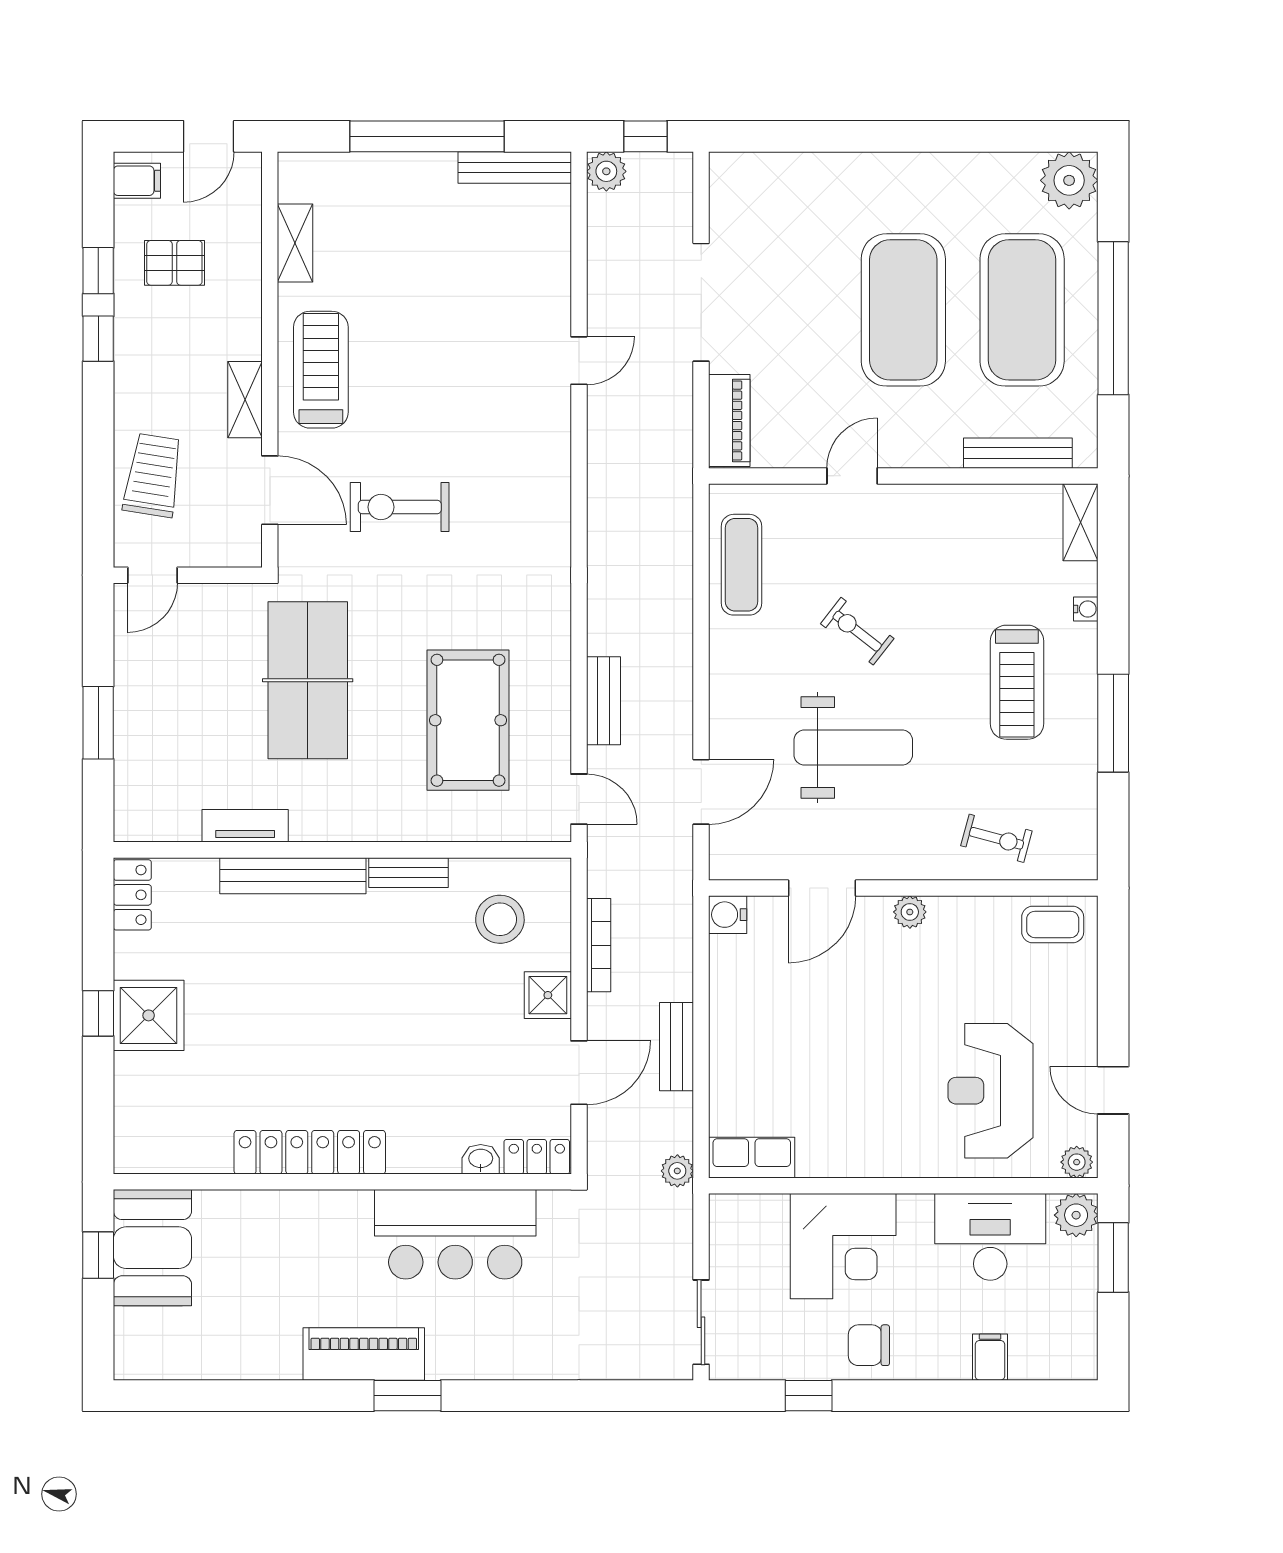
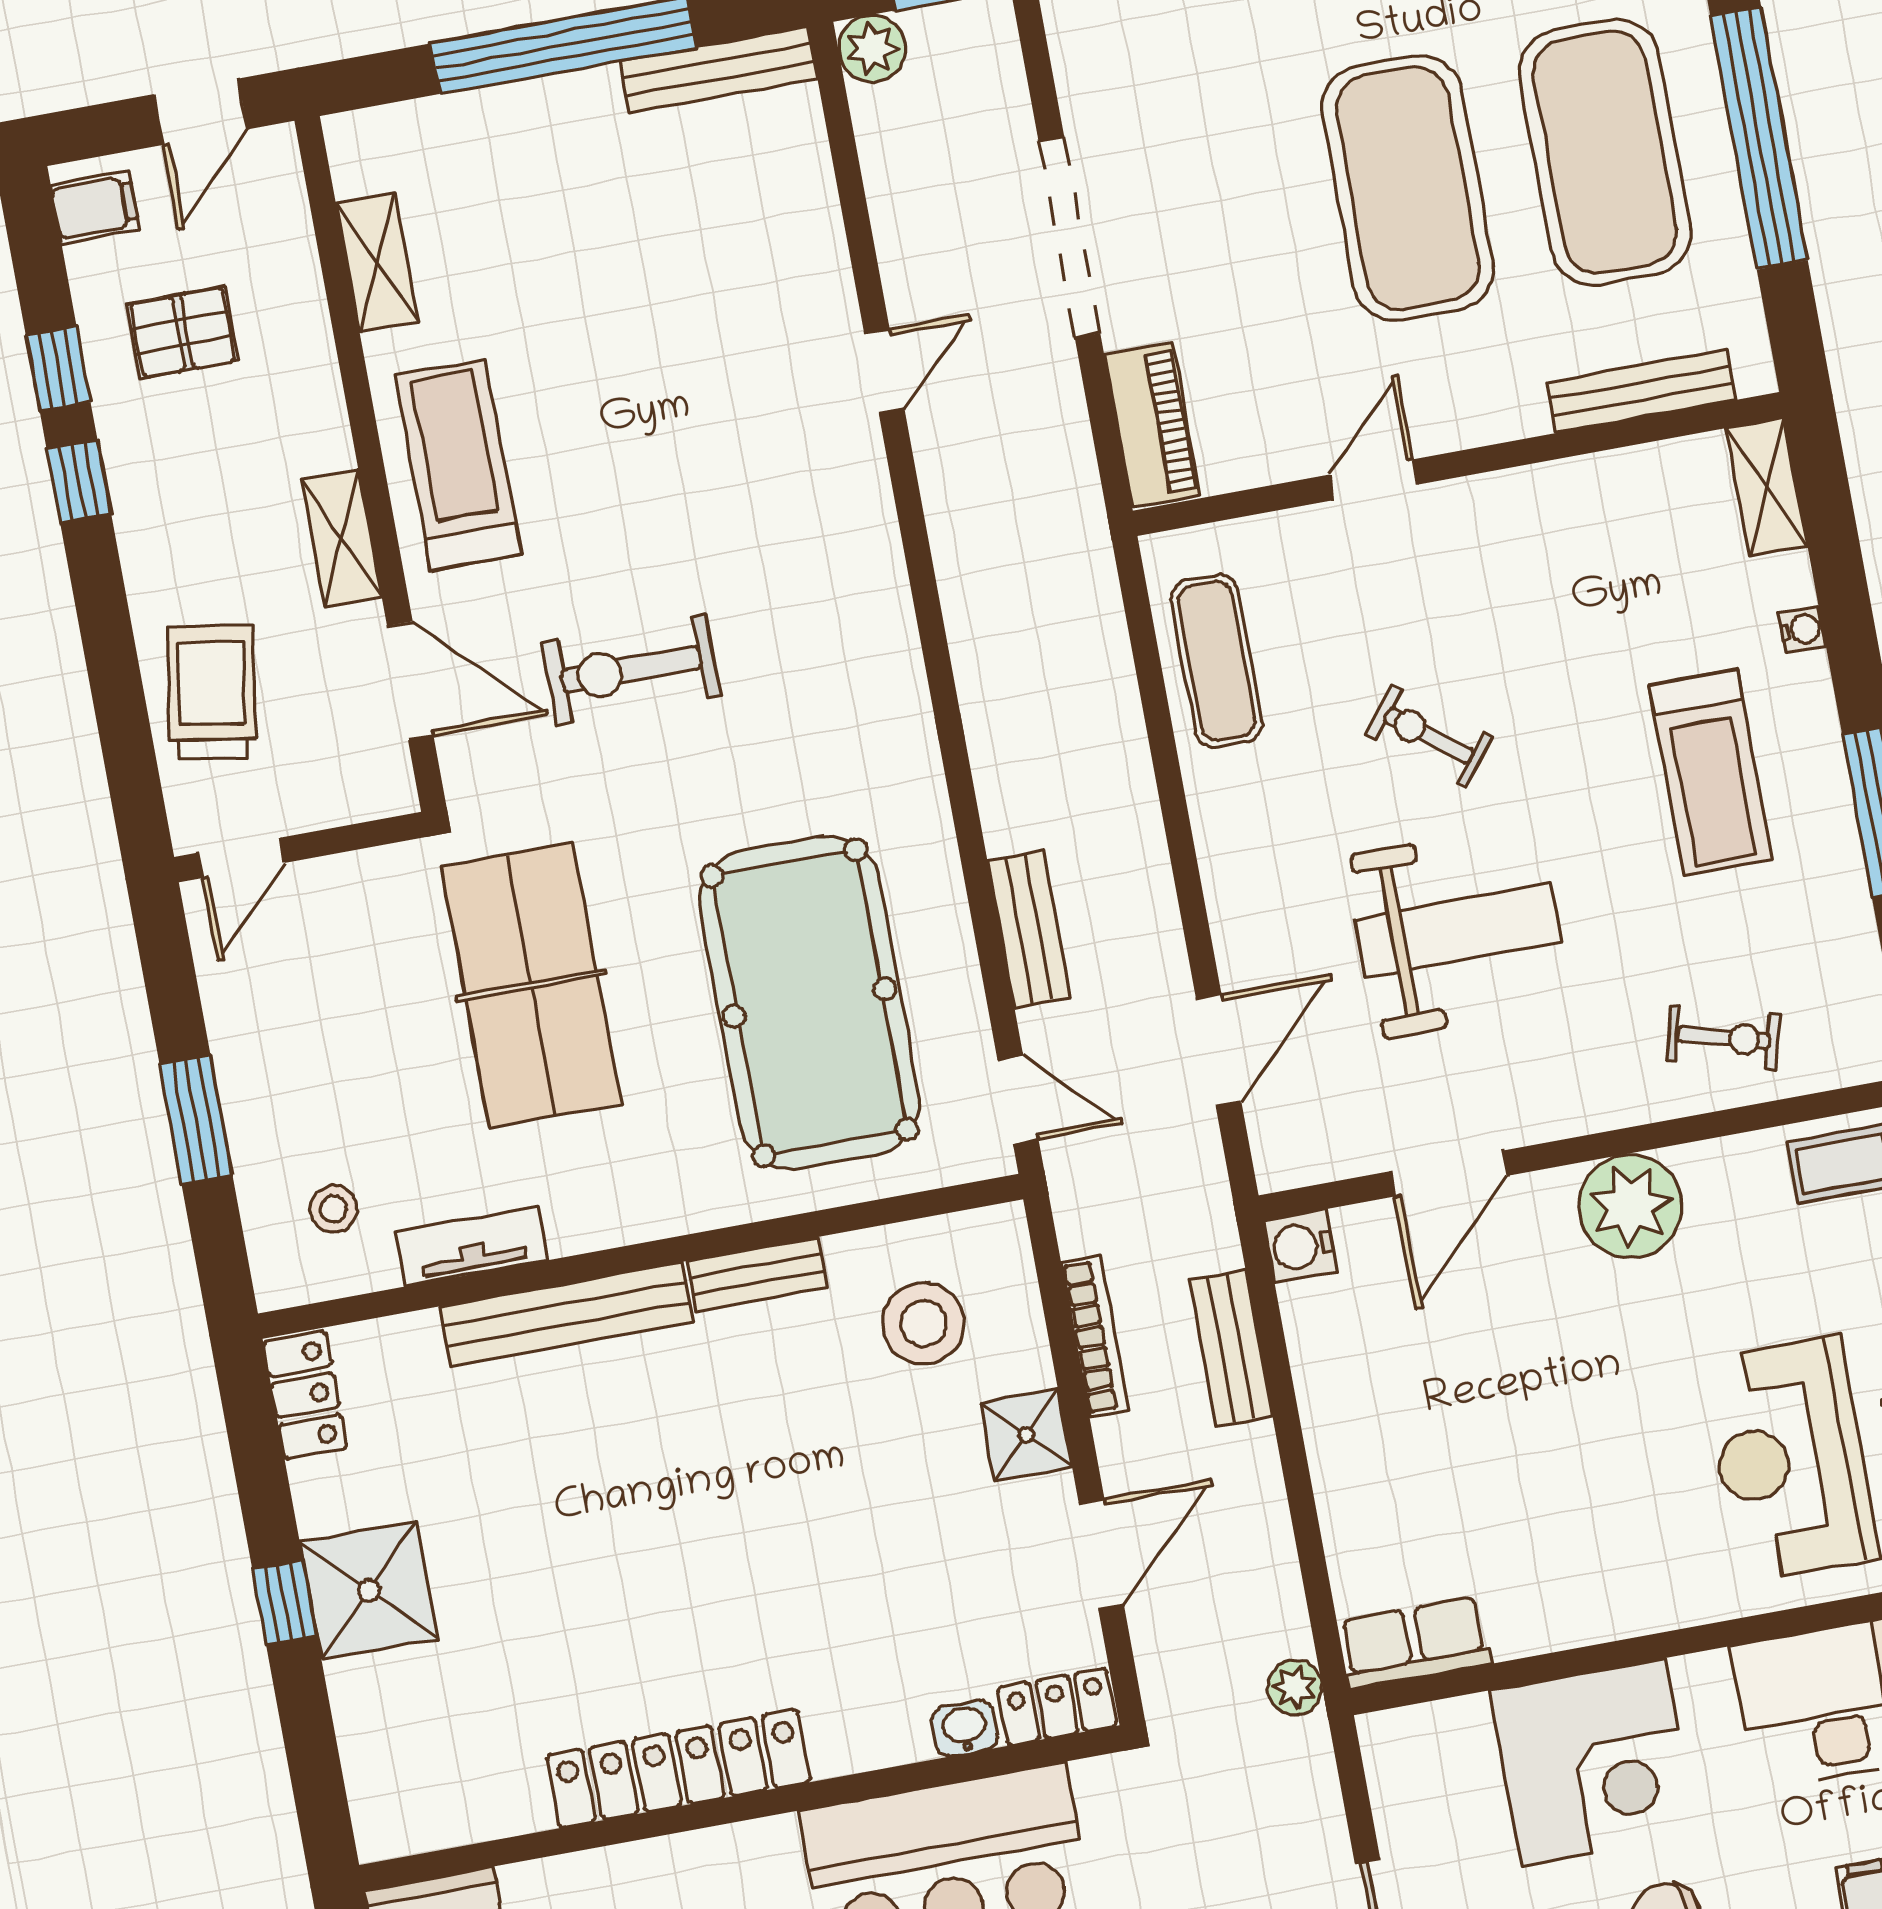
pool table: (468, 720) -> (810, 1003), width x1.36, depth x1.32
stool: (169, 789) -> (334, 1209), added
plant: (910, 912) -> (1630, 1206), width x1.88, depth x1.88
bench: (677, 1047) -> (1231, 1347), moved

